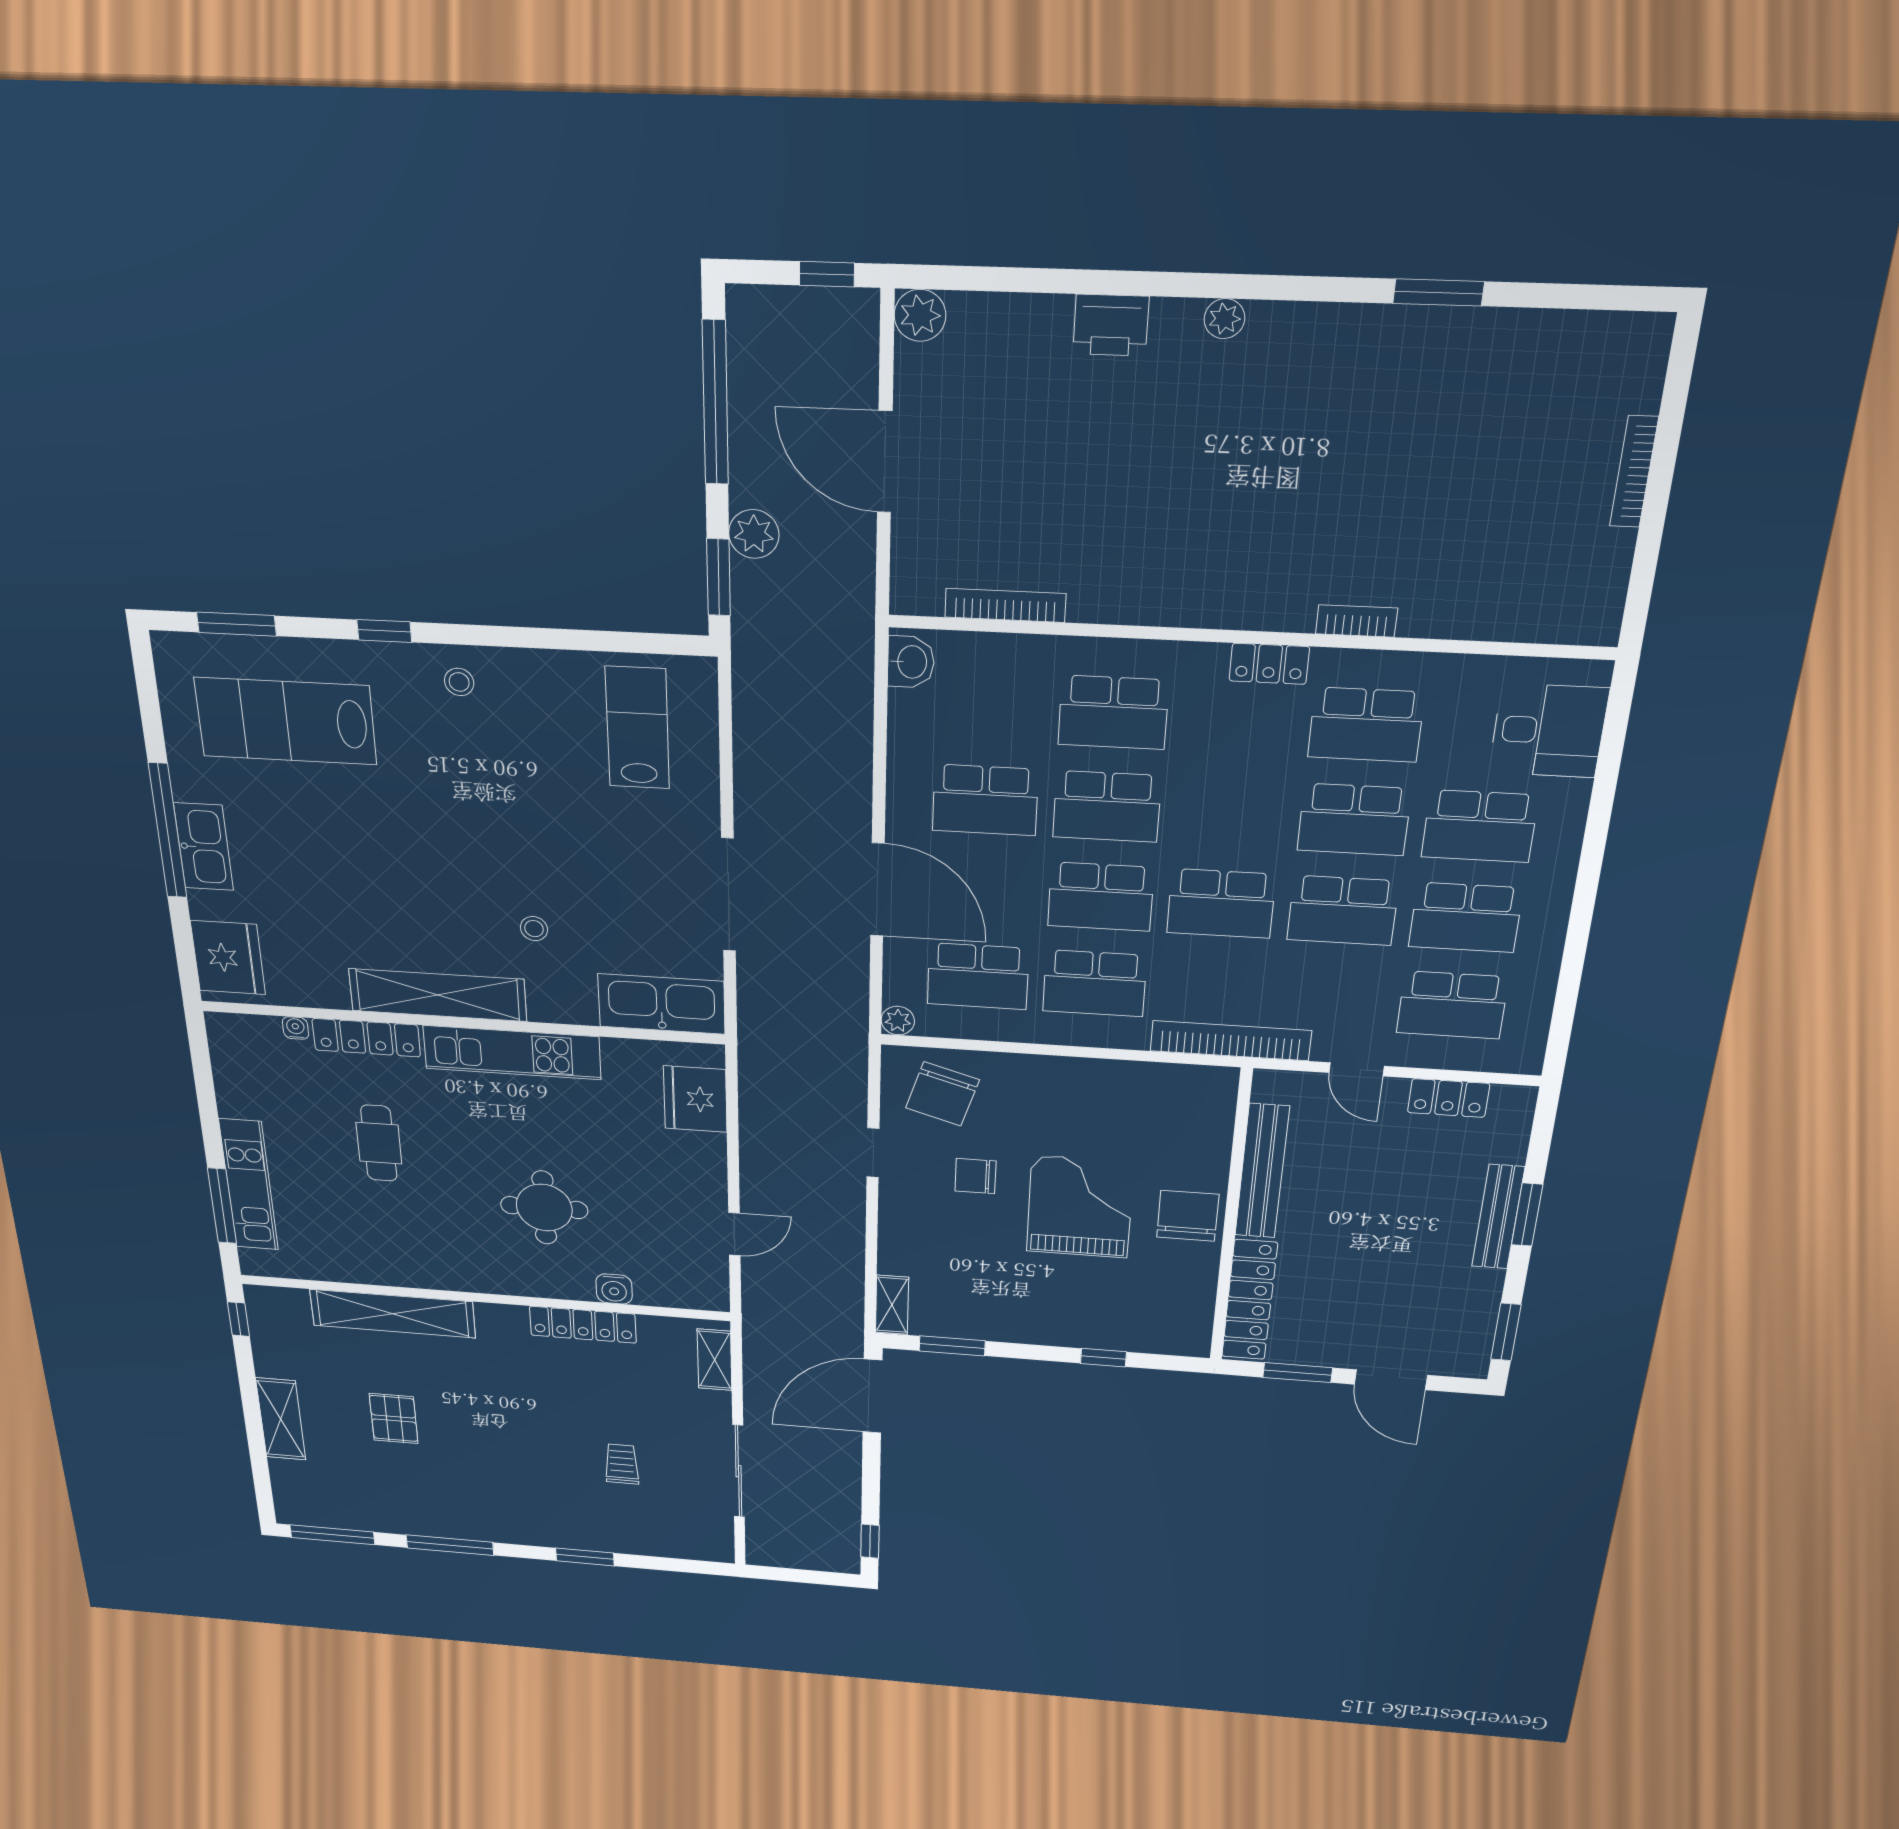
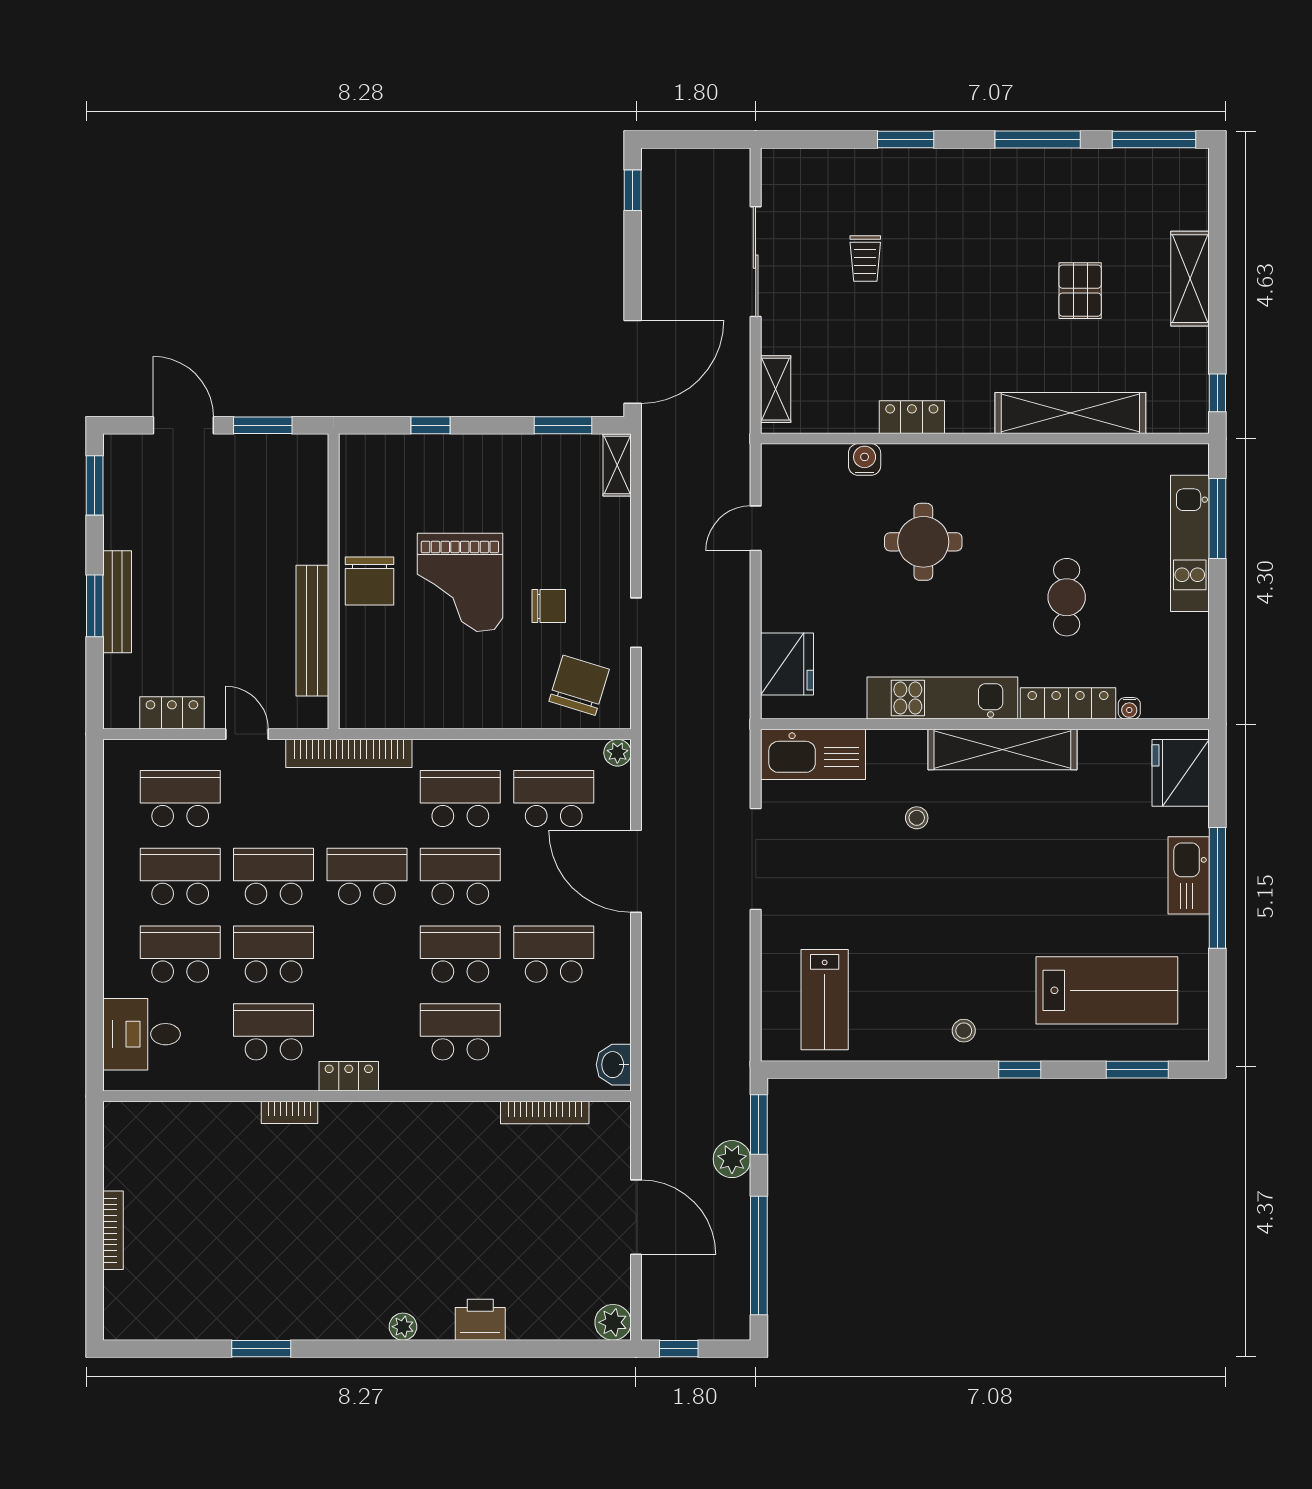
locker: (1249, 1300) -> (311, 499), removed
locker: (583, 1325) -> (912, 417), width x0.66

